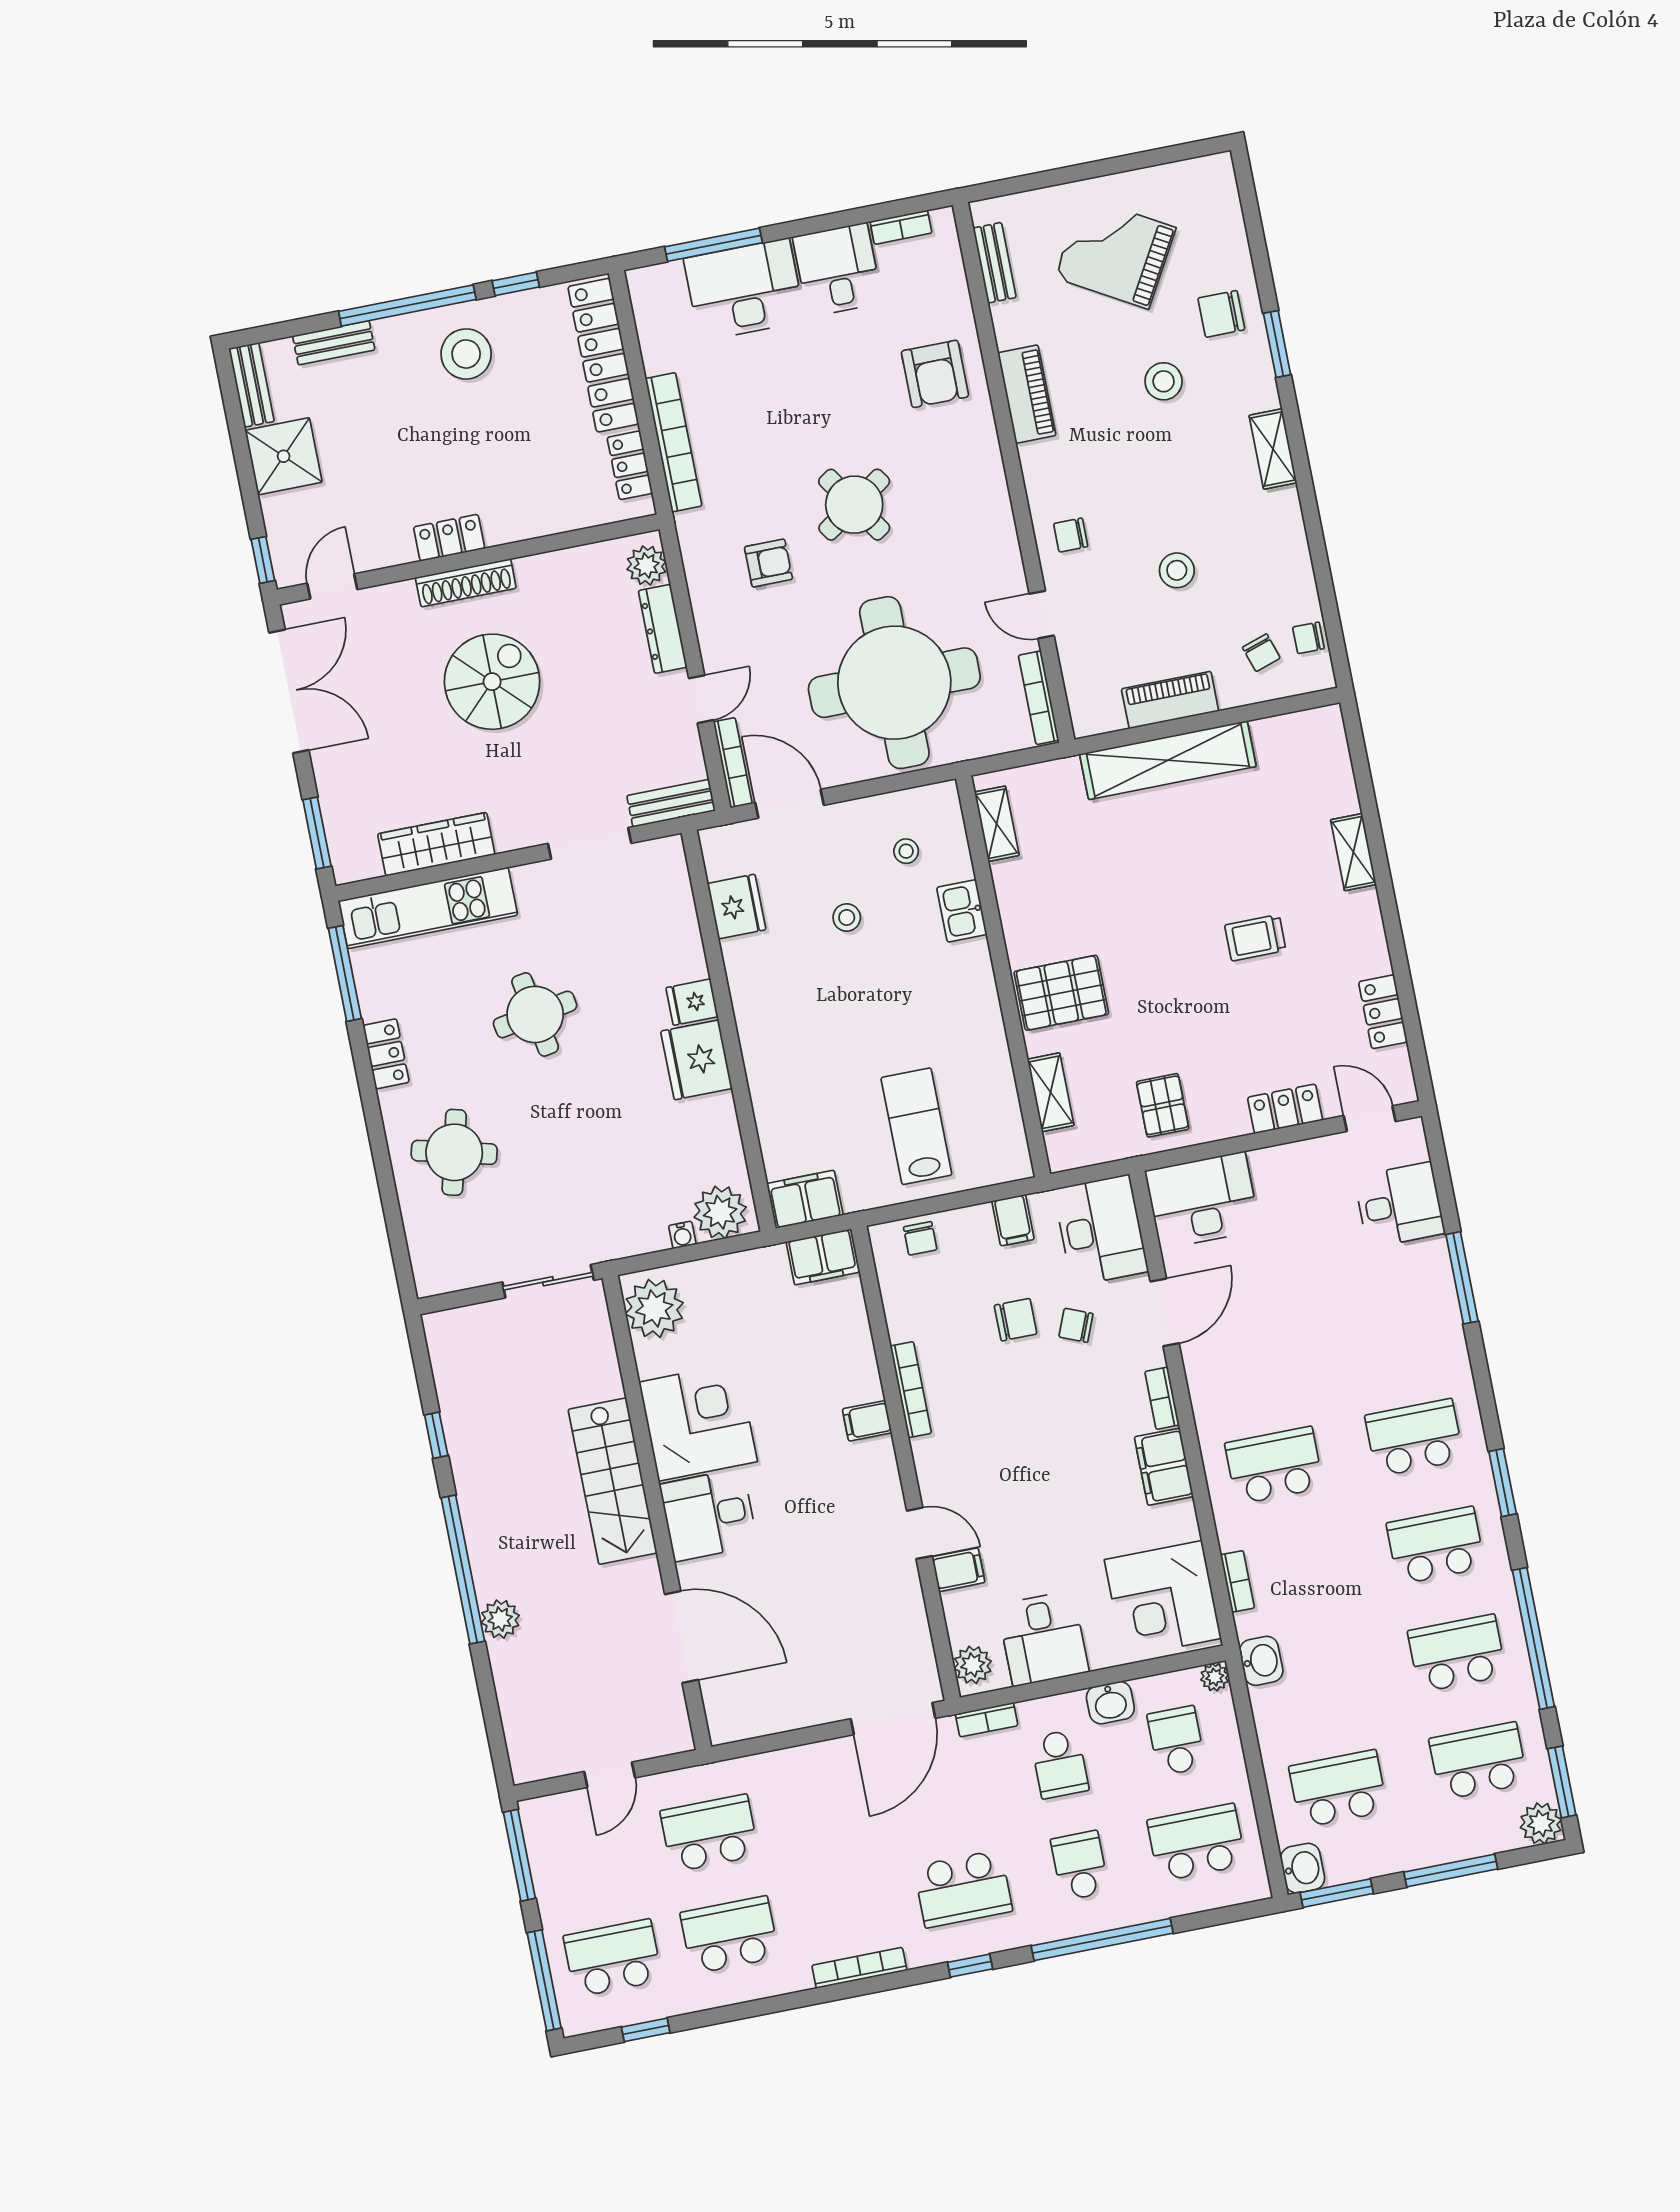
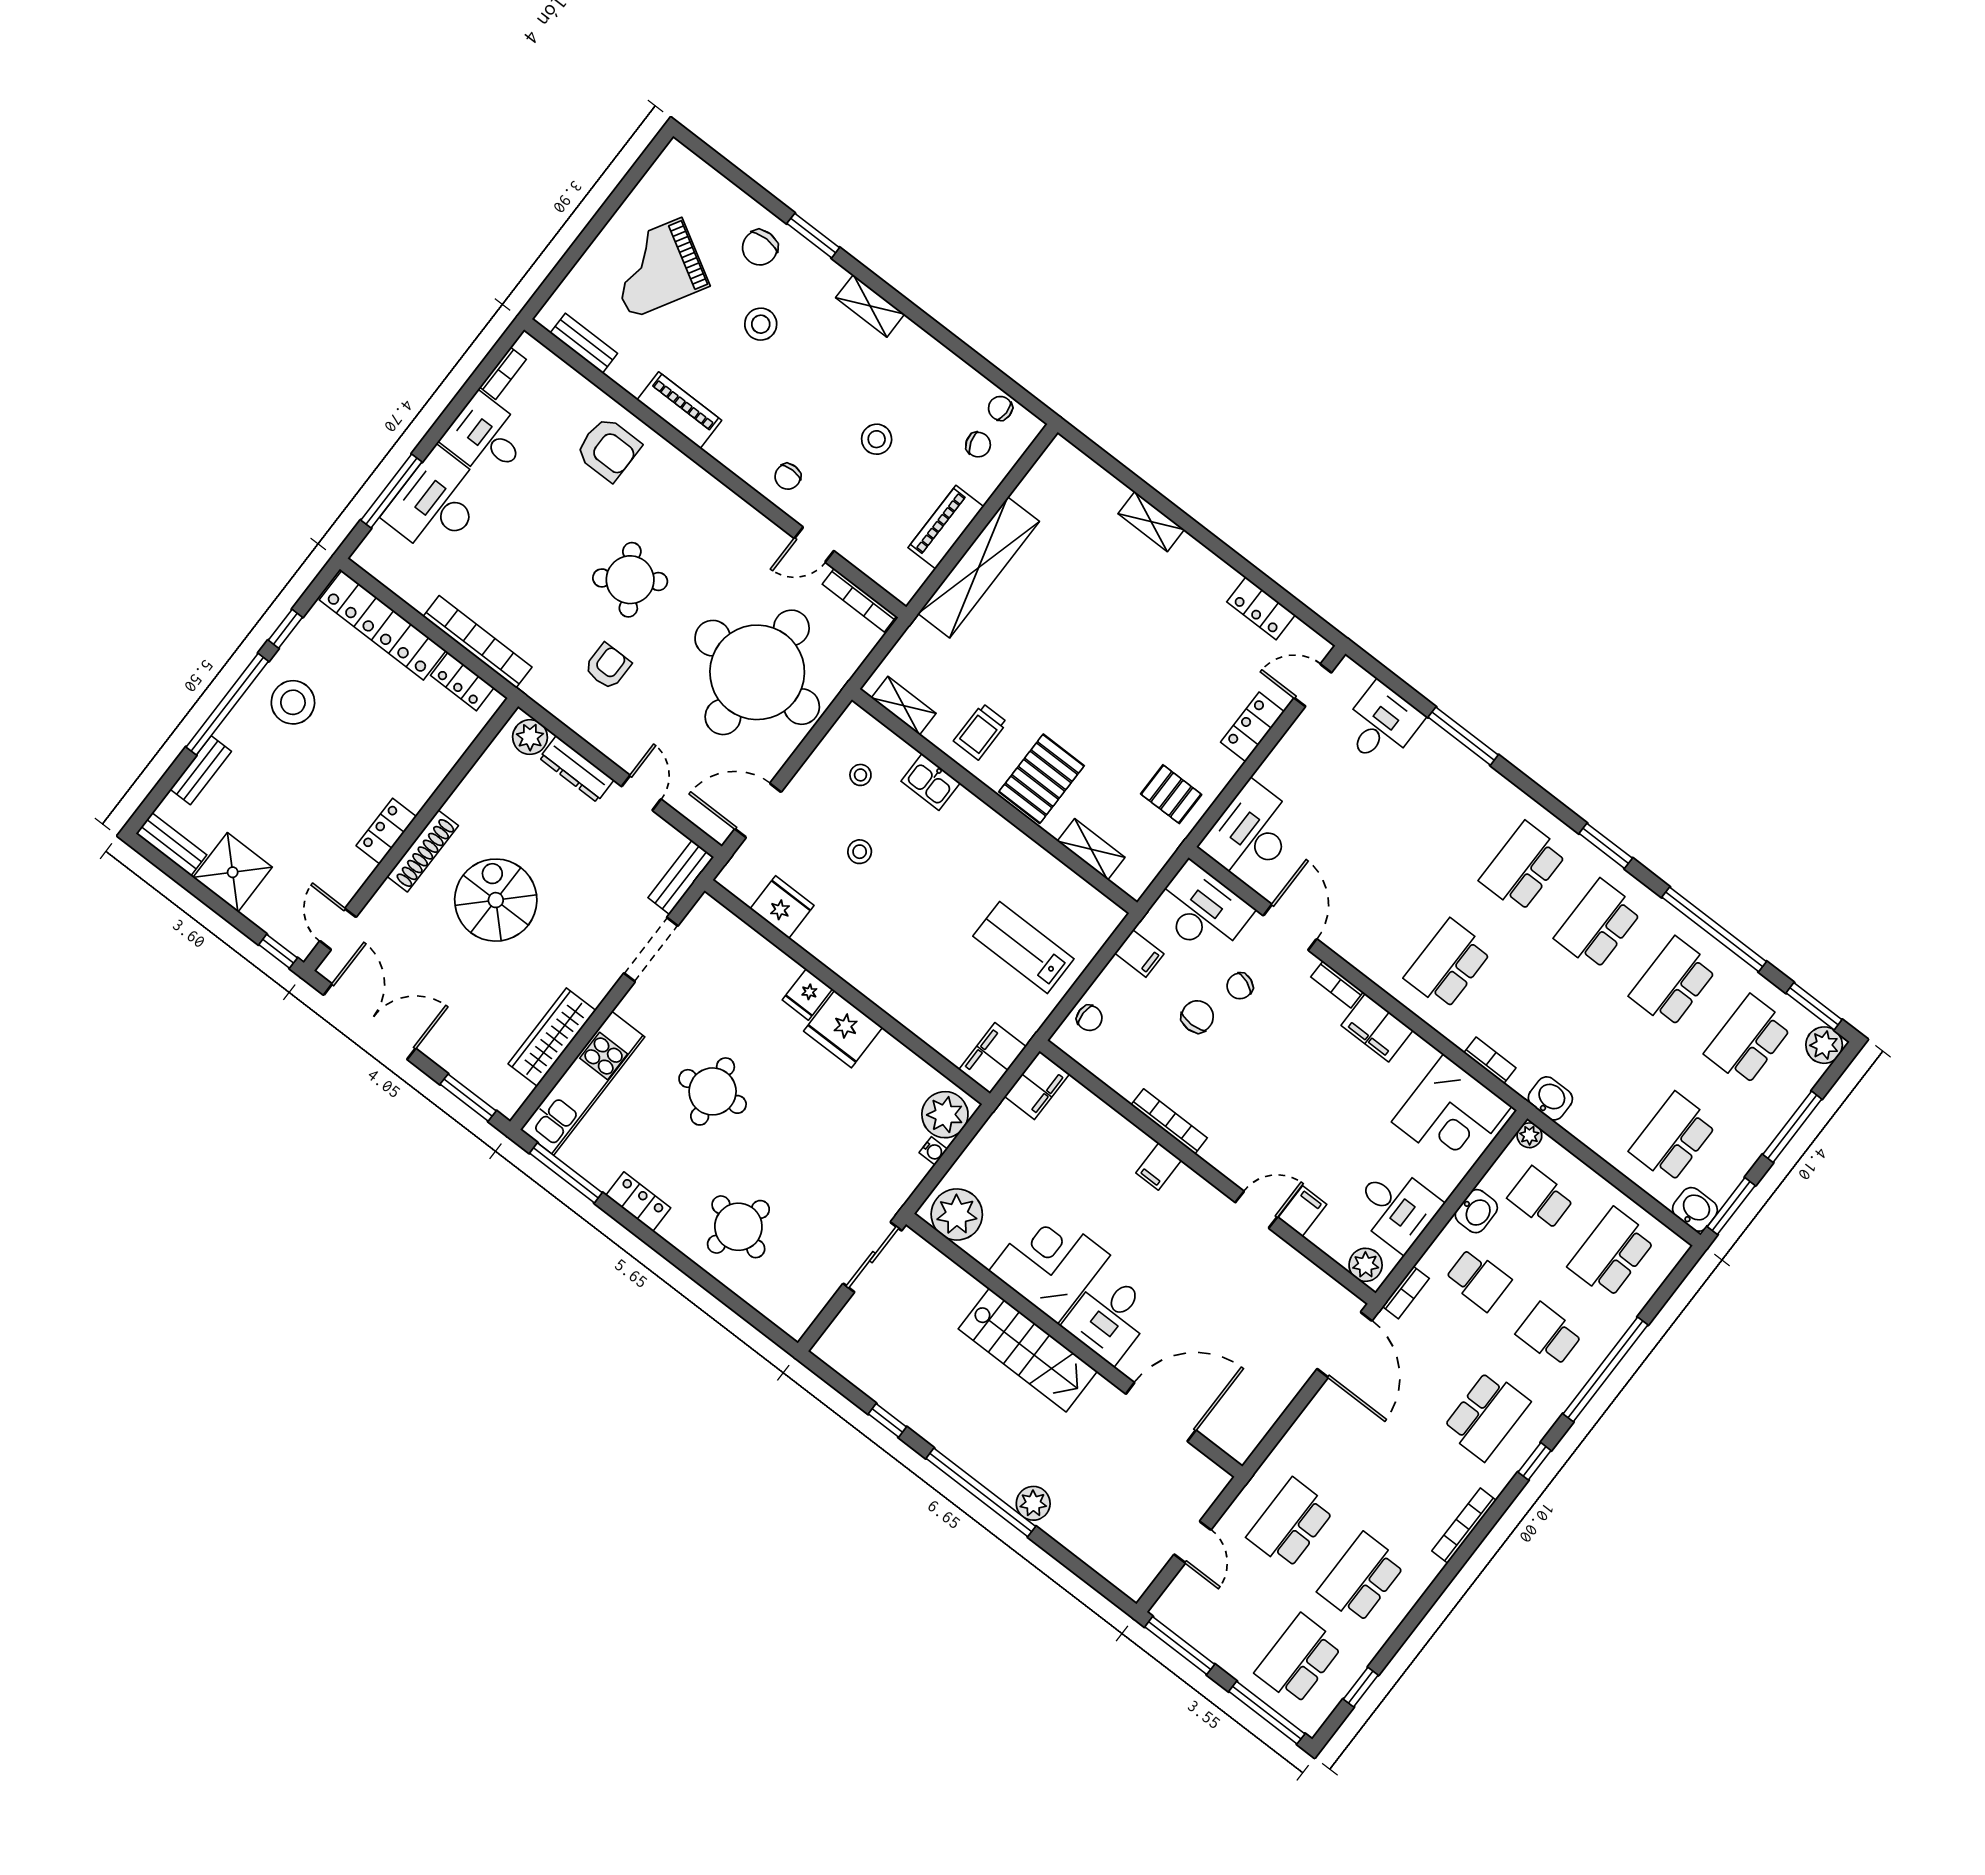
chair: (1308, 638) -> (1000, 408), turned 90
bookcase: (733, 763) -> (698, 816), removed
trolley: (1255, 938) -> (980, 732), moved

